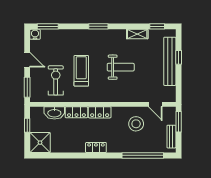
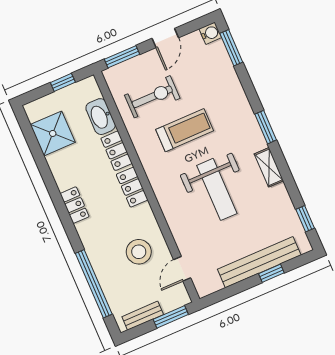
shelving: (137, 34) -> (269, 167), moved
weight bench: (121, 67) -> (217, 189), width x1.36, depth x1.33
shower: (40, 143) -> (53, 133), moved

